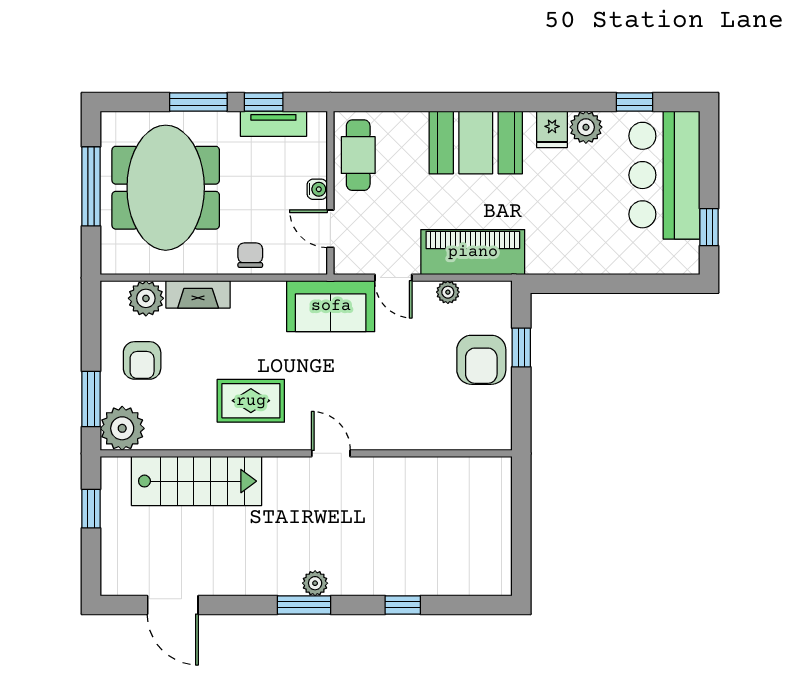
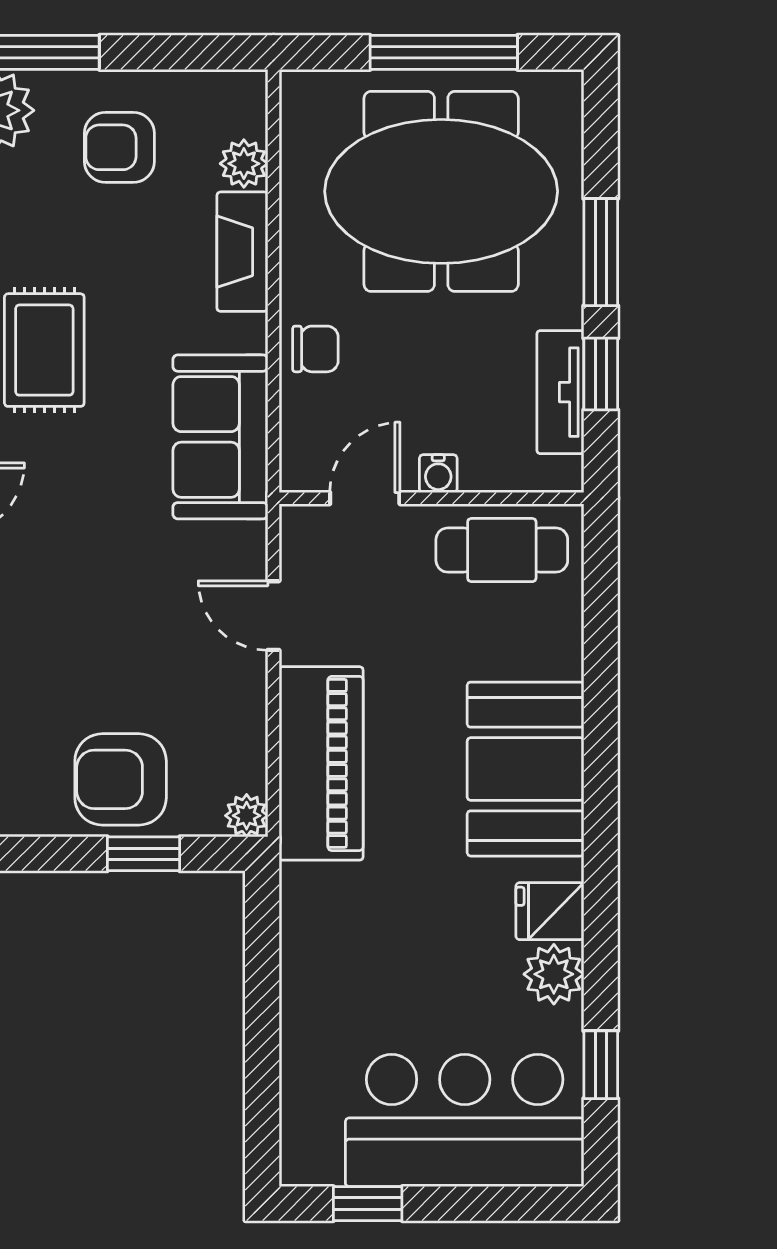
door: (393, 278) -> (273, 616), hinge flipped
plant: (448, 292) -> (247, 816), moved
plant: (146, 298) -> (244, 164), width x0.73, depth x0.73
sofa: (331, 306) -> (220, 437), moved

